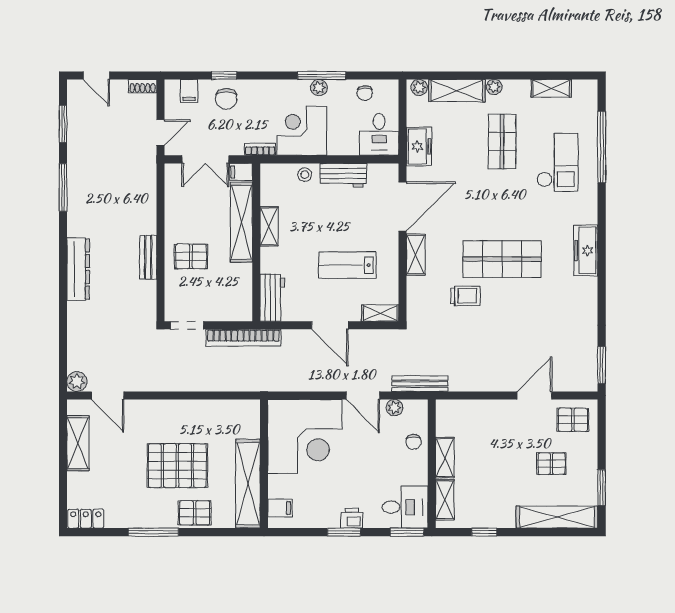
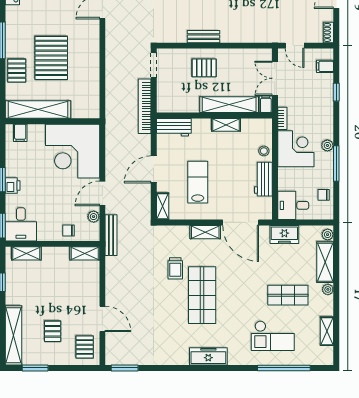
plant: (319, 88) -> (327, 145), moved
chair: (226, 99) -> (319, 94), removed
pallet: (191, 256) -> (204, 68), turned 90
shelving: (445, 458) -> (85, 253), moved

